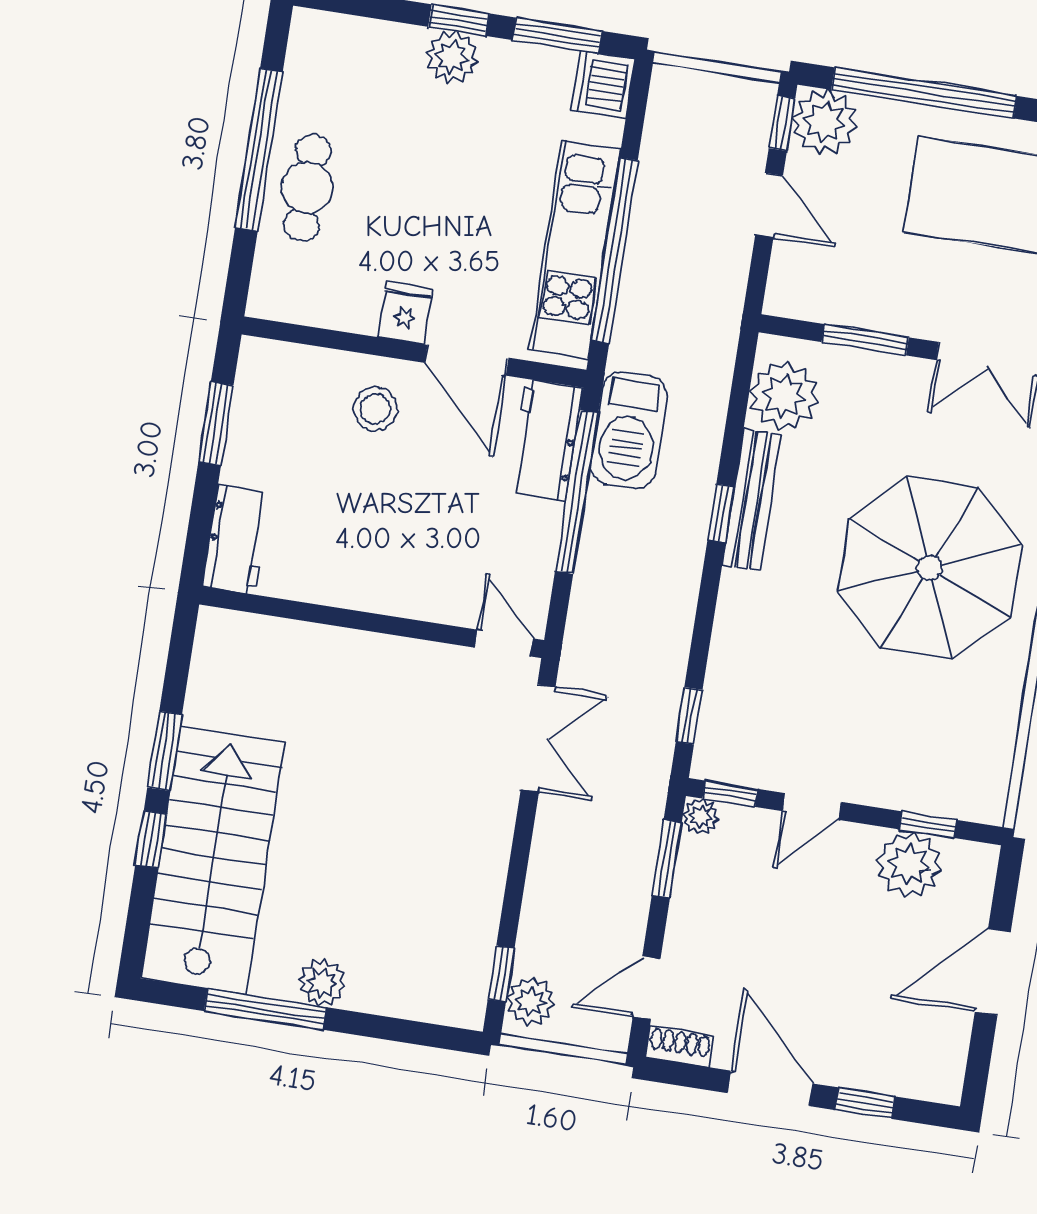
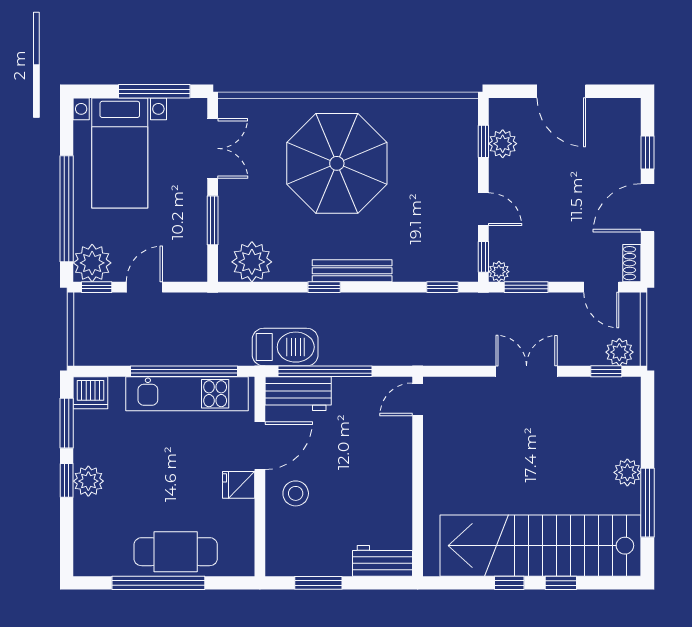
cafe table: (308, 188) -> (176, 552), width x1.37, depth x1.35
bench: (752, 500) -> (352, 271), moved
double door: (538, 738) -> (527, 371), moved
window: (165, 751) -> (509, 583), width x0.67
stairs: (213, 860) -> (541, 546), width x1.36
plant: (909, 865) -> (503, 144), width x0.73, depth x0.73

